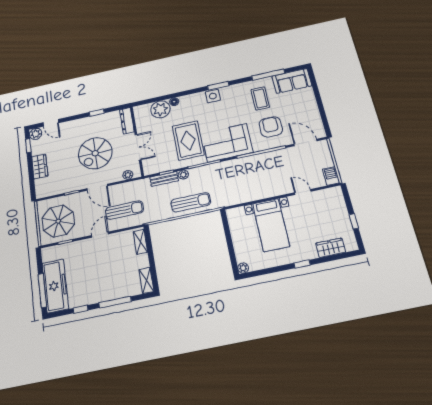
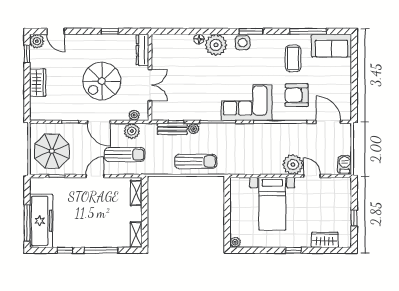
plant: (160, 109) -> (216, 45), moved
armchair: (271, 127) -> (297, 95), turned -90
rug: (188, 140) -> (206, 90), removed
plant: (282, 186) -> (293, 165), added
plant: (128, 189) -> (132, 131), added

